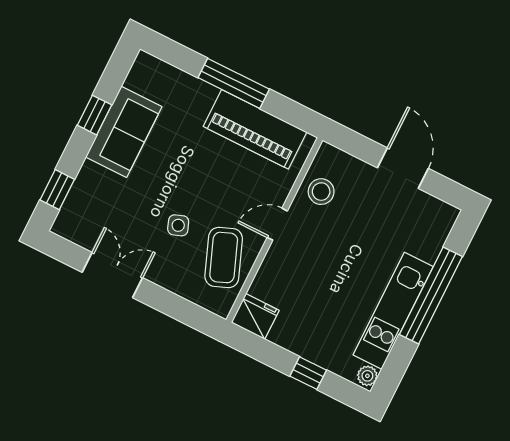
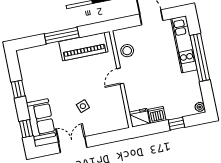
sofa: (124, 132) -> (41, 119), moved
coffee table: (224, 257) -> (110, 105), removed
kitchen unit: (393, 311) -> (184, 44), moved
dishwasher: (288, 334) -> (157, 115), added

